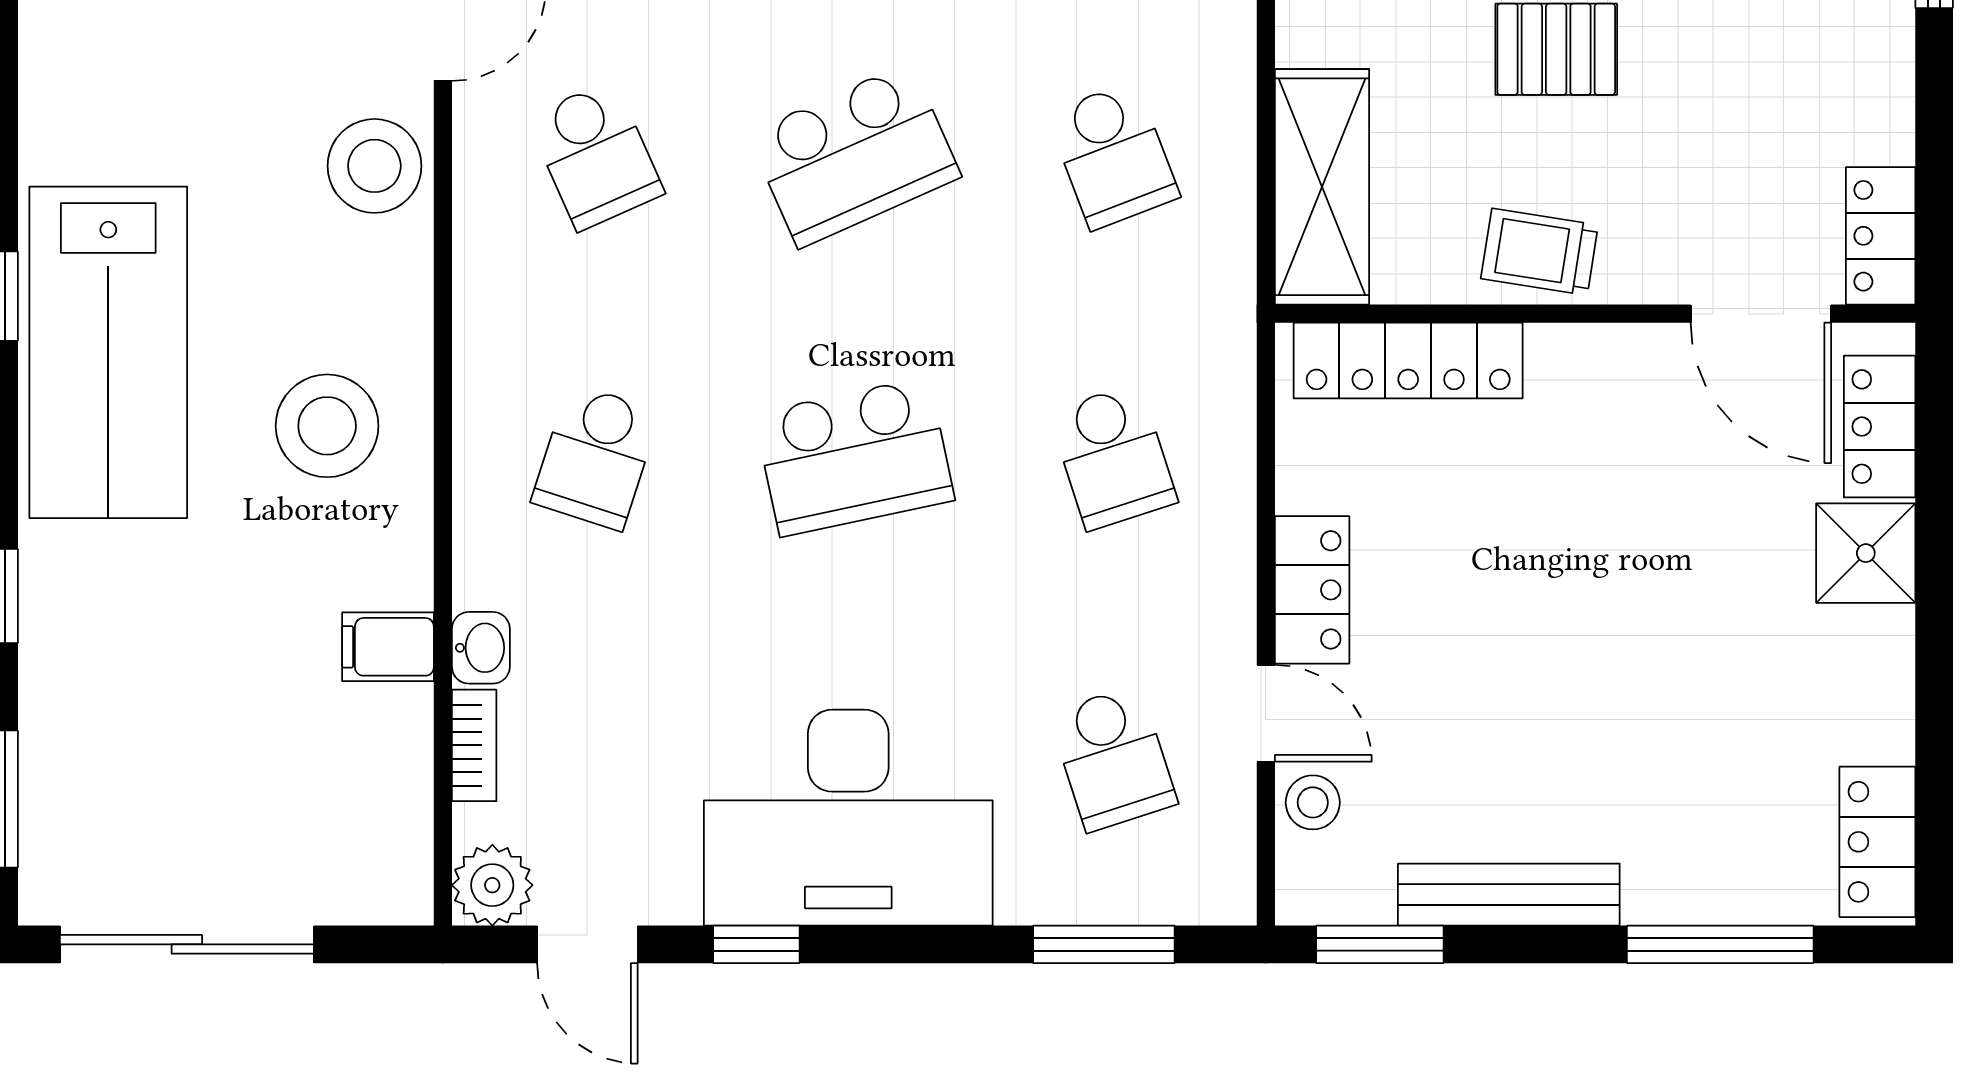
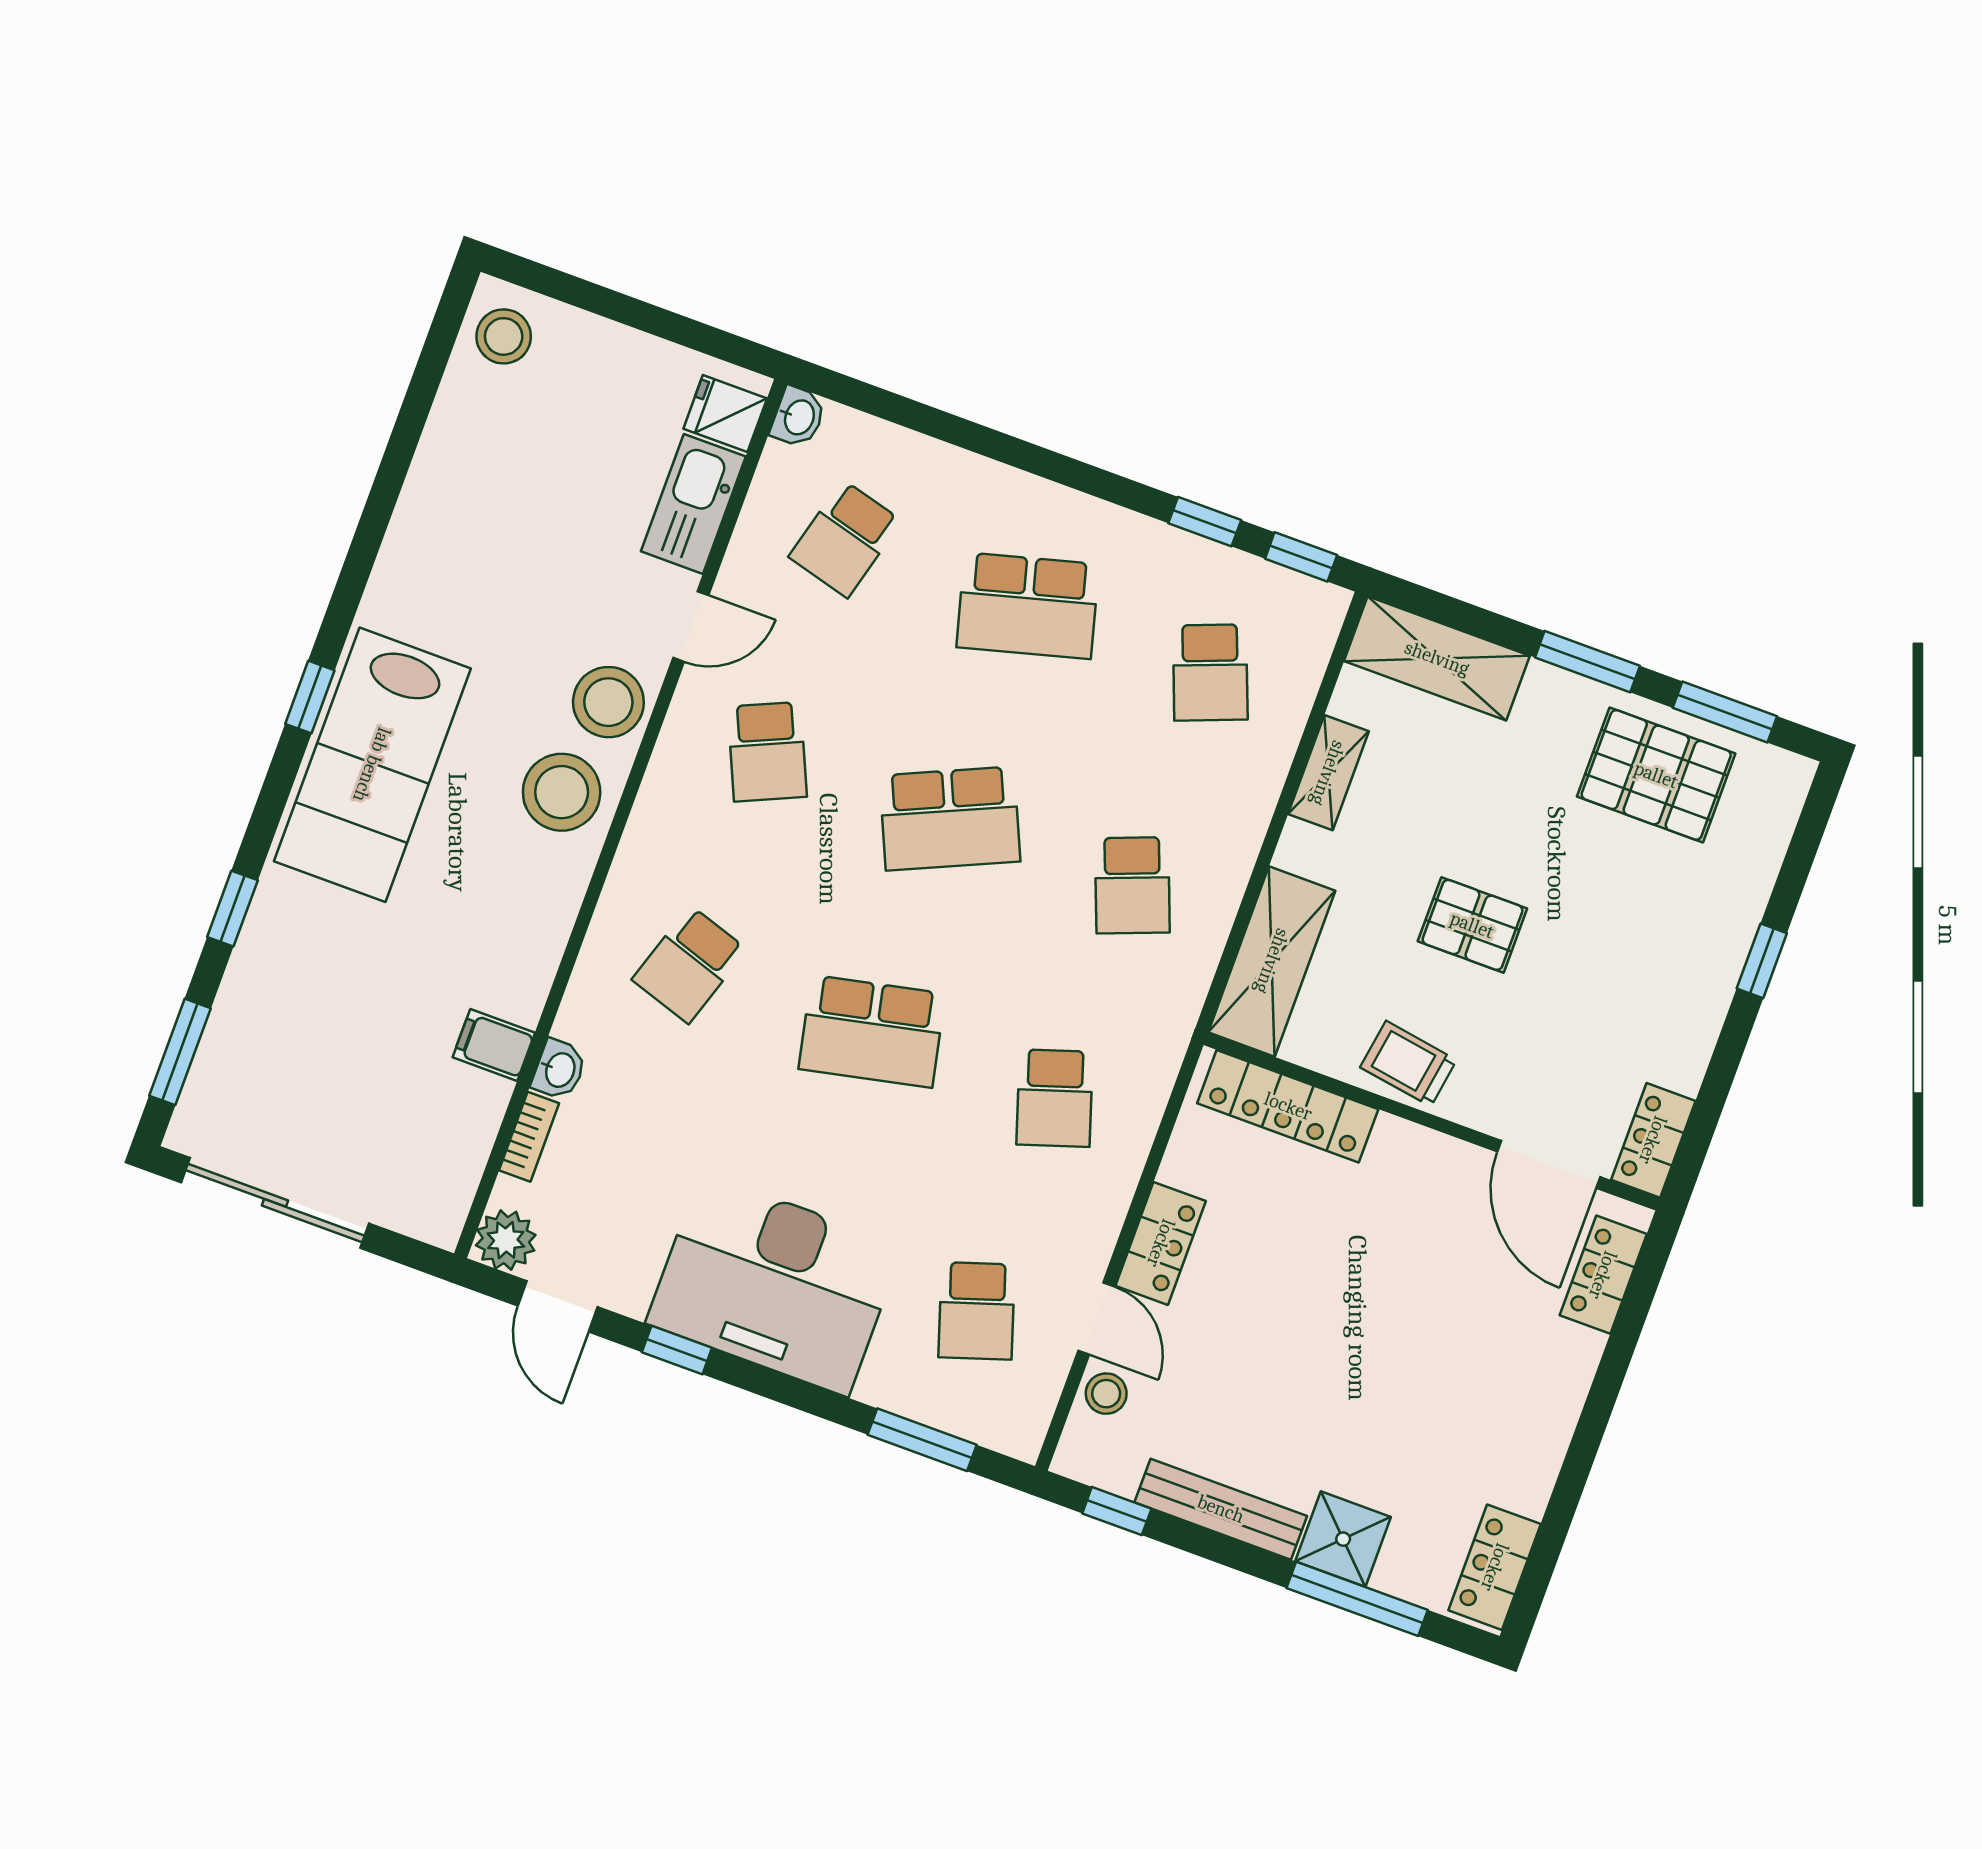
stool: (327, 426) -> (562, 792), moved
shower: (1866, 553) -> (1343, 1539), moved
window: (1380, 944) -> (1117, 1511), width x0.67

